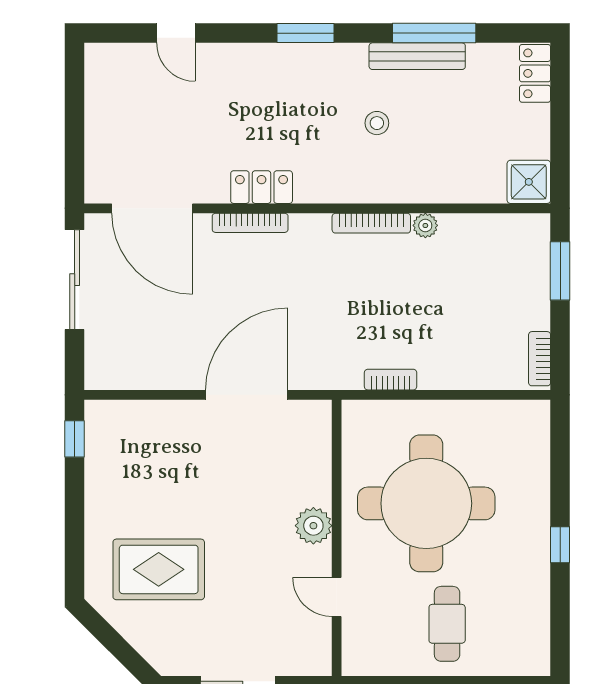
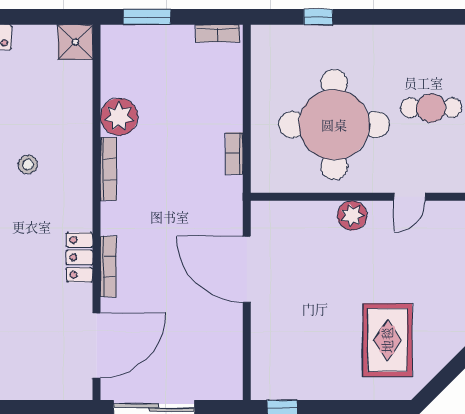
plant: (425, 225) -> (119, 117), width x1.88, depth x1.88
window: (560, 545) -> (318, 17), moved

